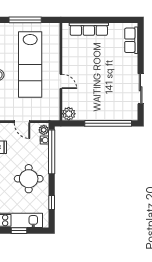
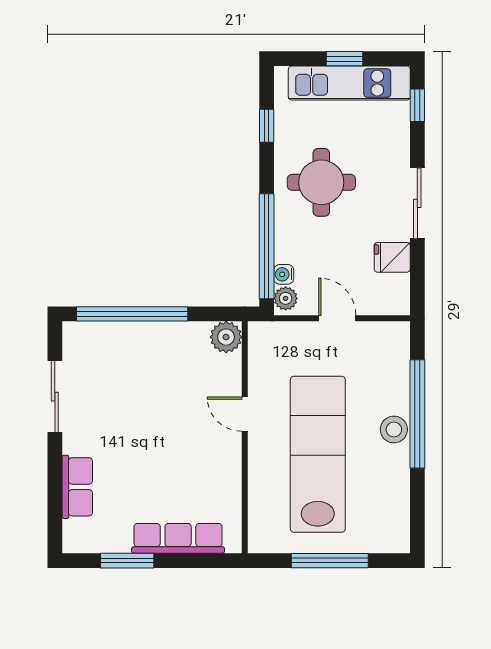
window: (110, 20) -> (127, 561), added
row of seats: (131, 40) -> (77, 487), moved

